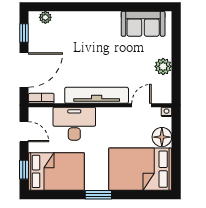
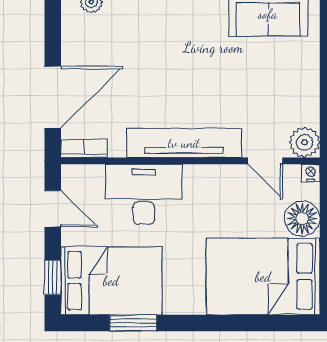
window: (24, 33) -> (53, 30), removed
plant: (163, 66) -> (305, 142), moved
door: (141, 105) -> (265, 161), swing flipped
window: (98, 195) -> (133, 323), moved

